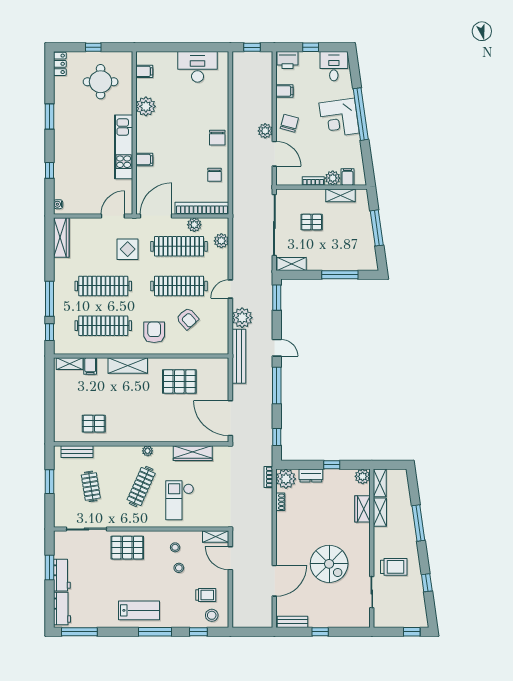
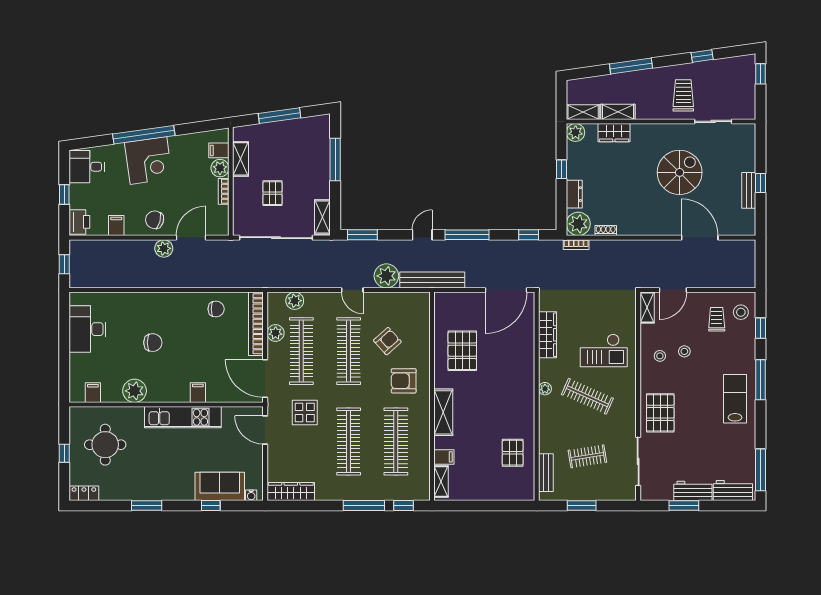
chair: (217, 138) -> (153, 343), moved
sofa: (66, 178) -> (220, 486), added
bench: (293, 622) -> (749, 190), moved

